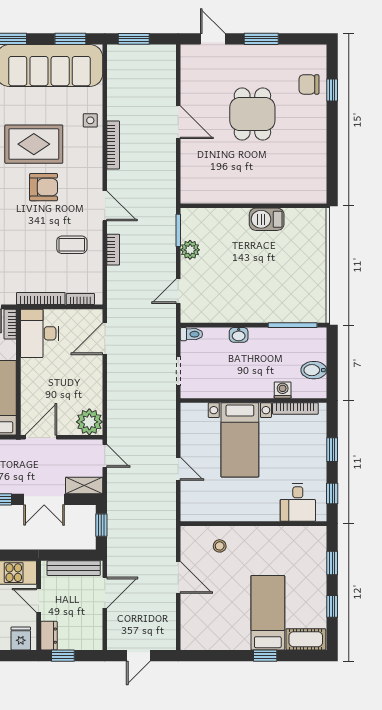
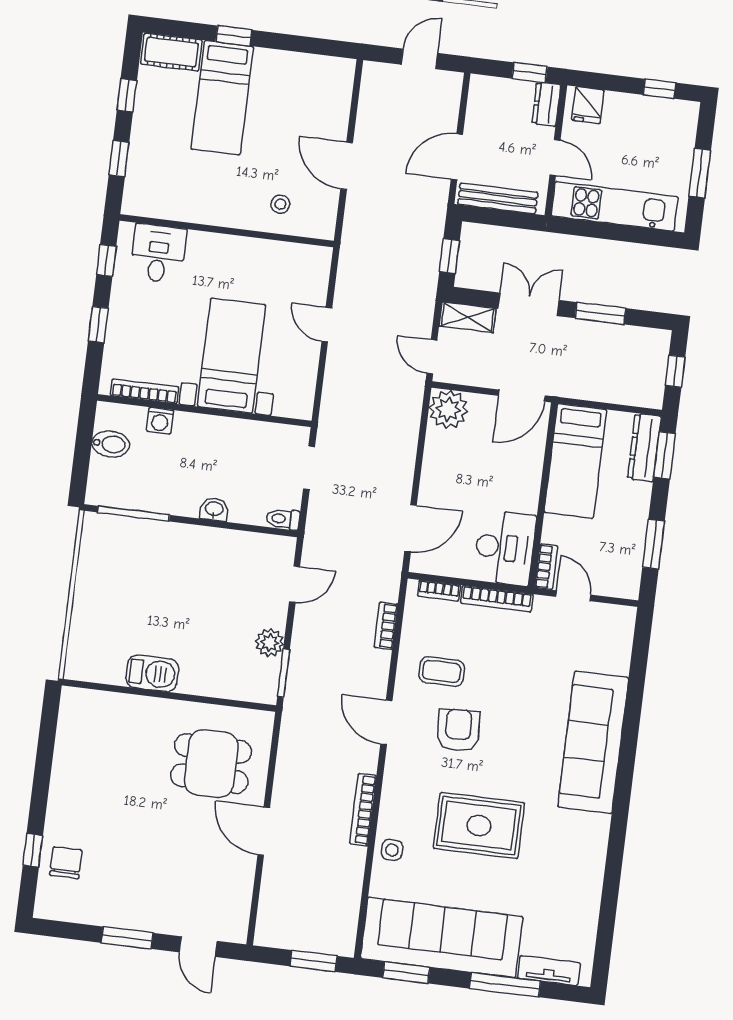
chair: (309, 84) -> (66, 863), turned -90
dining table: (252, 114) -> (211, 764), moved, turned 90
armchair: (44, 187) -> (458, 730), moved, turned 87
bookcase: (113, 250) -> (386, 626), moved

